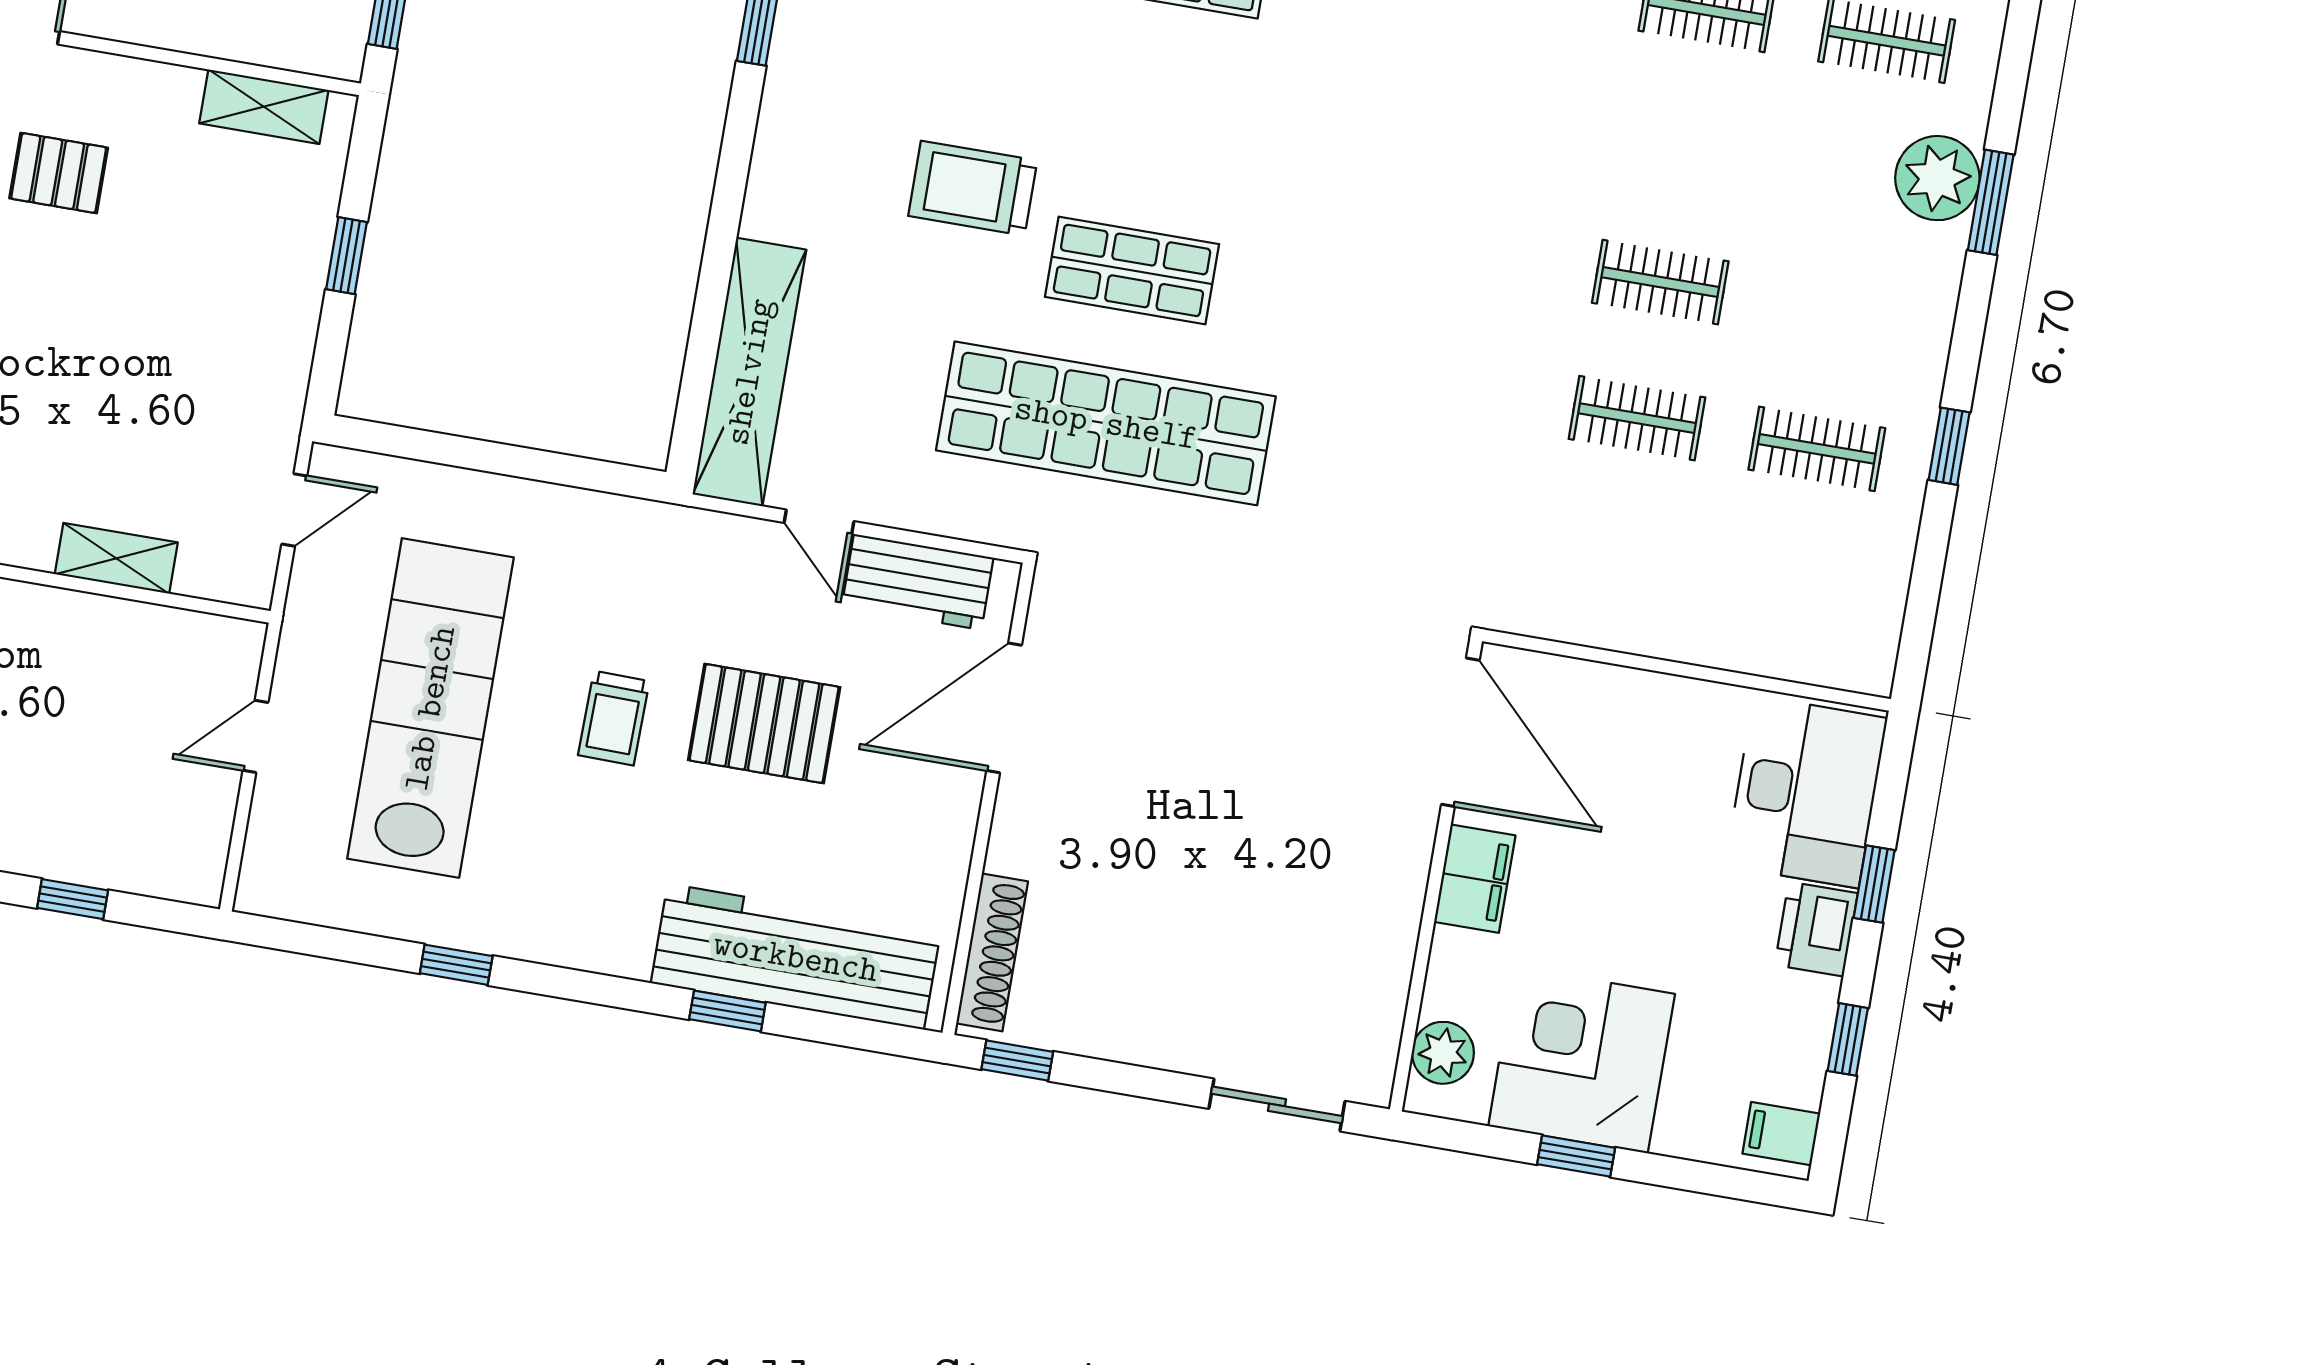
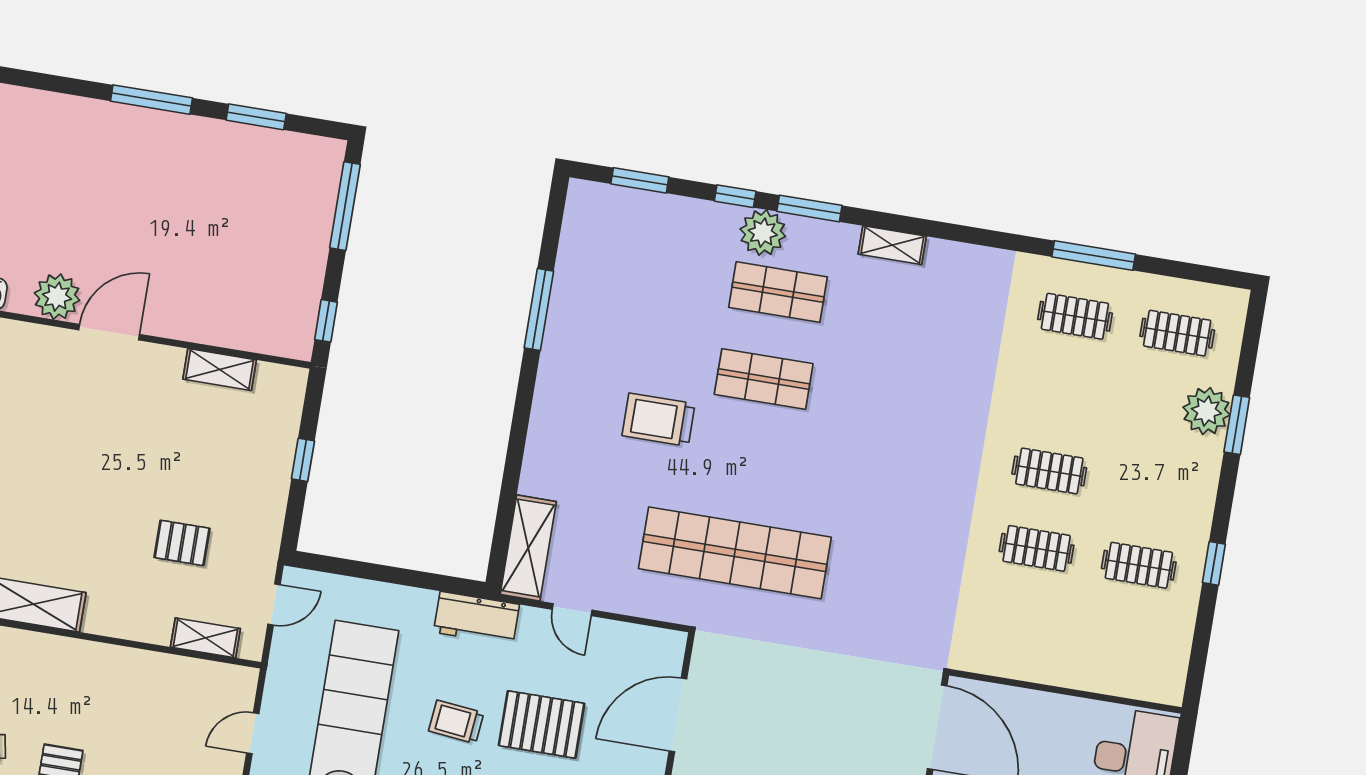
shelving: (264, 107) -> (220, 370), moved
pallet: (59, 173) -> (182, 543), moved
shop shelf: (1132, 270) -> (764, 379), moved
shelving: (749, 372) -> (528, 548), width x0.68
shelving: (116, 558) -> (205, 638), moved
workbench: (918, 582) -> (476, 618), moved
trolley: (614, 718) -> (456, 722), turned 95

